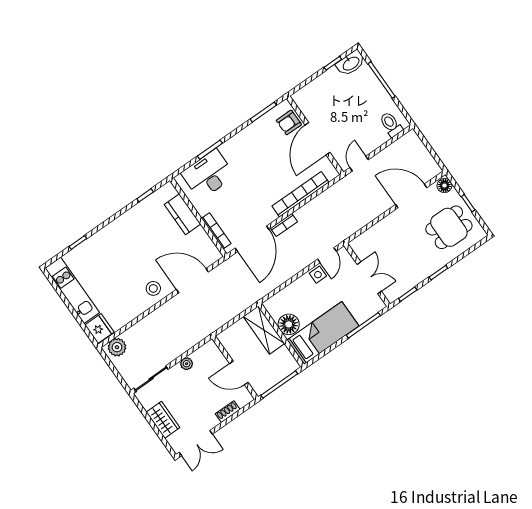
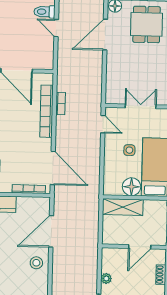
door: (359, 164) -> (56, 28), moved
bookcase: (284, 225) -> (60, 103), moved
side table: (318, 275) -> (129, 150), moved

